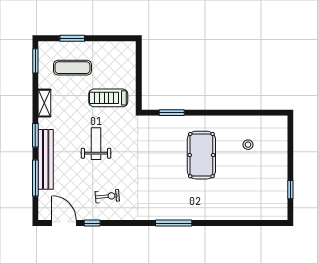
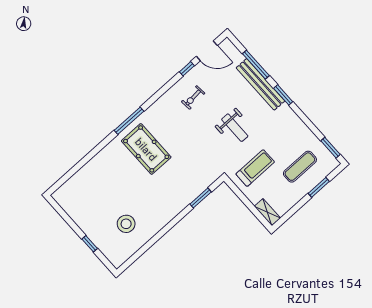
shelving: (44, 103) -> (267, 212), moved
stool: (248, 145) -> (126, 224), width x1.89, depth x1.89
pool table: (201, 155) -> (146, 149), moved
window: (290, 190) -> (90, 244), moved

